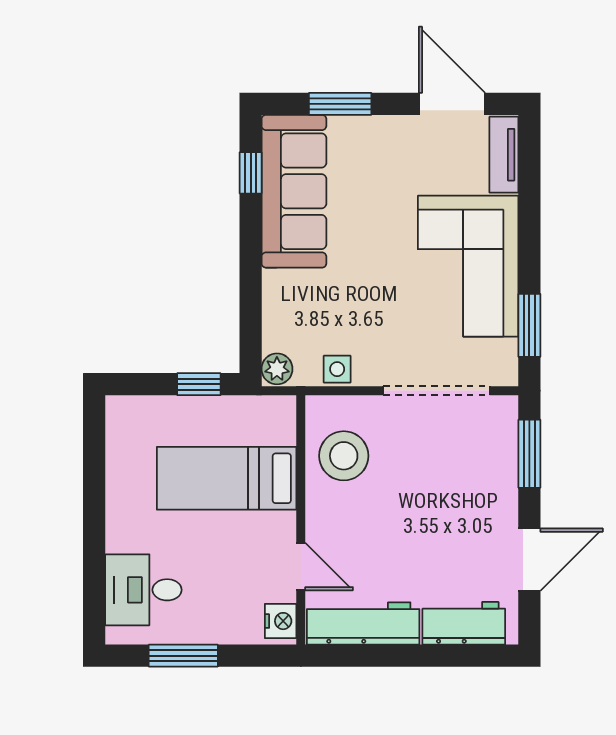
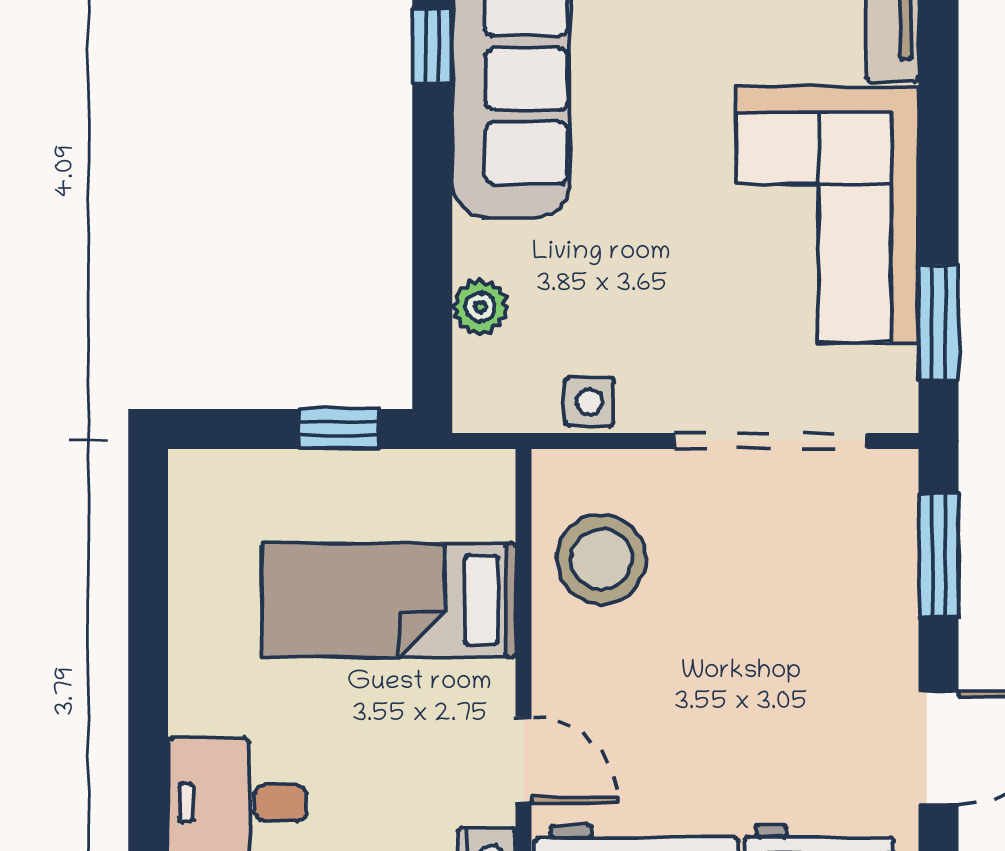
plant: (277, 369) -> (480, 307), moved

